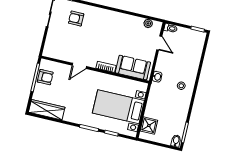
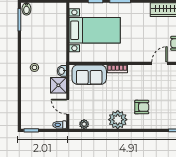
armchair: (76, 19) -> (142, 107), moved
plant: (116, 20) -> (118, 120), added
door: (79, 66) -> (159, 63), moved
shower: (149, 126) -> (58, 85), moved

